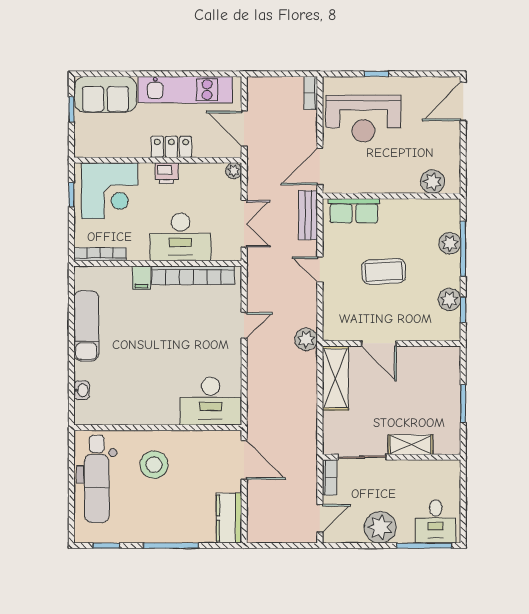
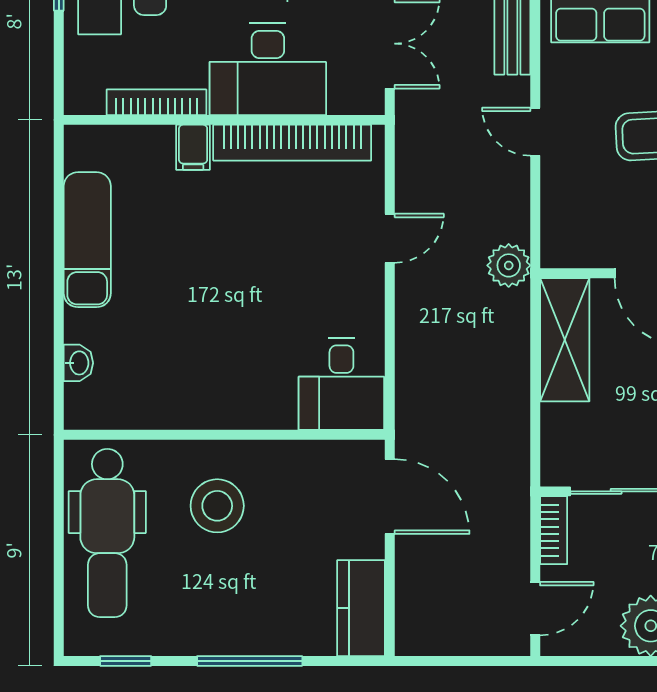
bookcase: (100, 254) -> (156, 102), moved
desk: (211, 401) -> (341, 384), width x0.73

